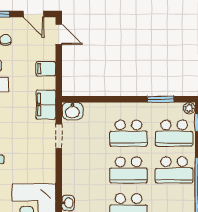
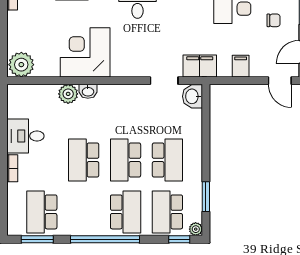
door: (59, 34) -> (280, 81), hinge flipped
school desk: (128, 133) -> (167, 160), turned 180
school desk: (174, 170) -> (126, 212), turned 180

